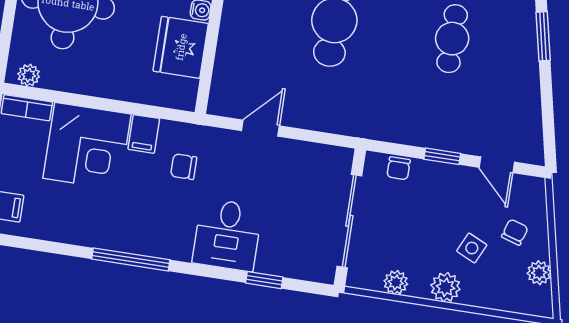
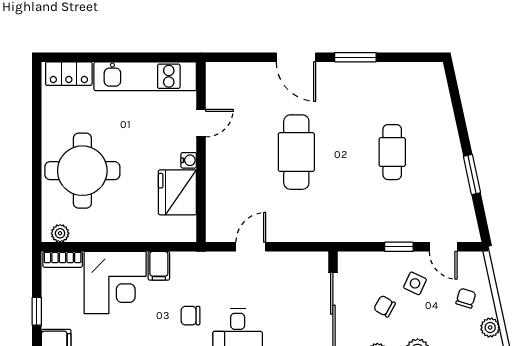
window: (543, 36) -> (472, 174), moved
chair: (184, 167) -> (190, 316), moved
chair: (399, 168) -> (385, 306), moved, turned 119
side table: (472, 248) -> (415, 283), moved

